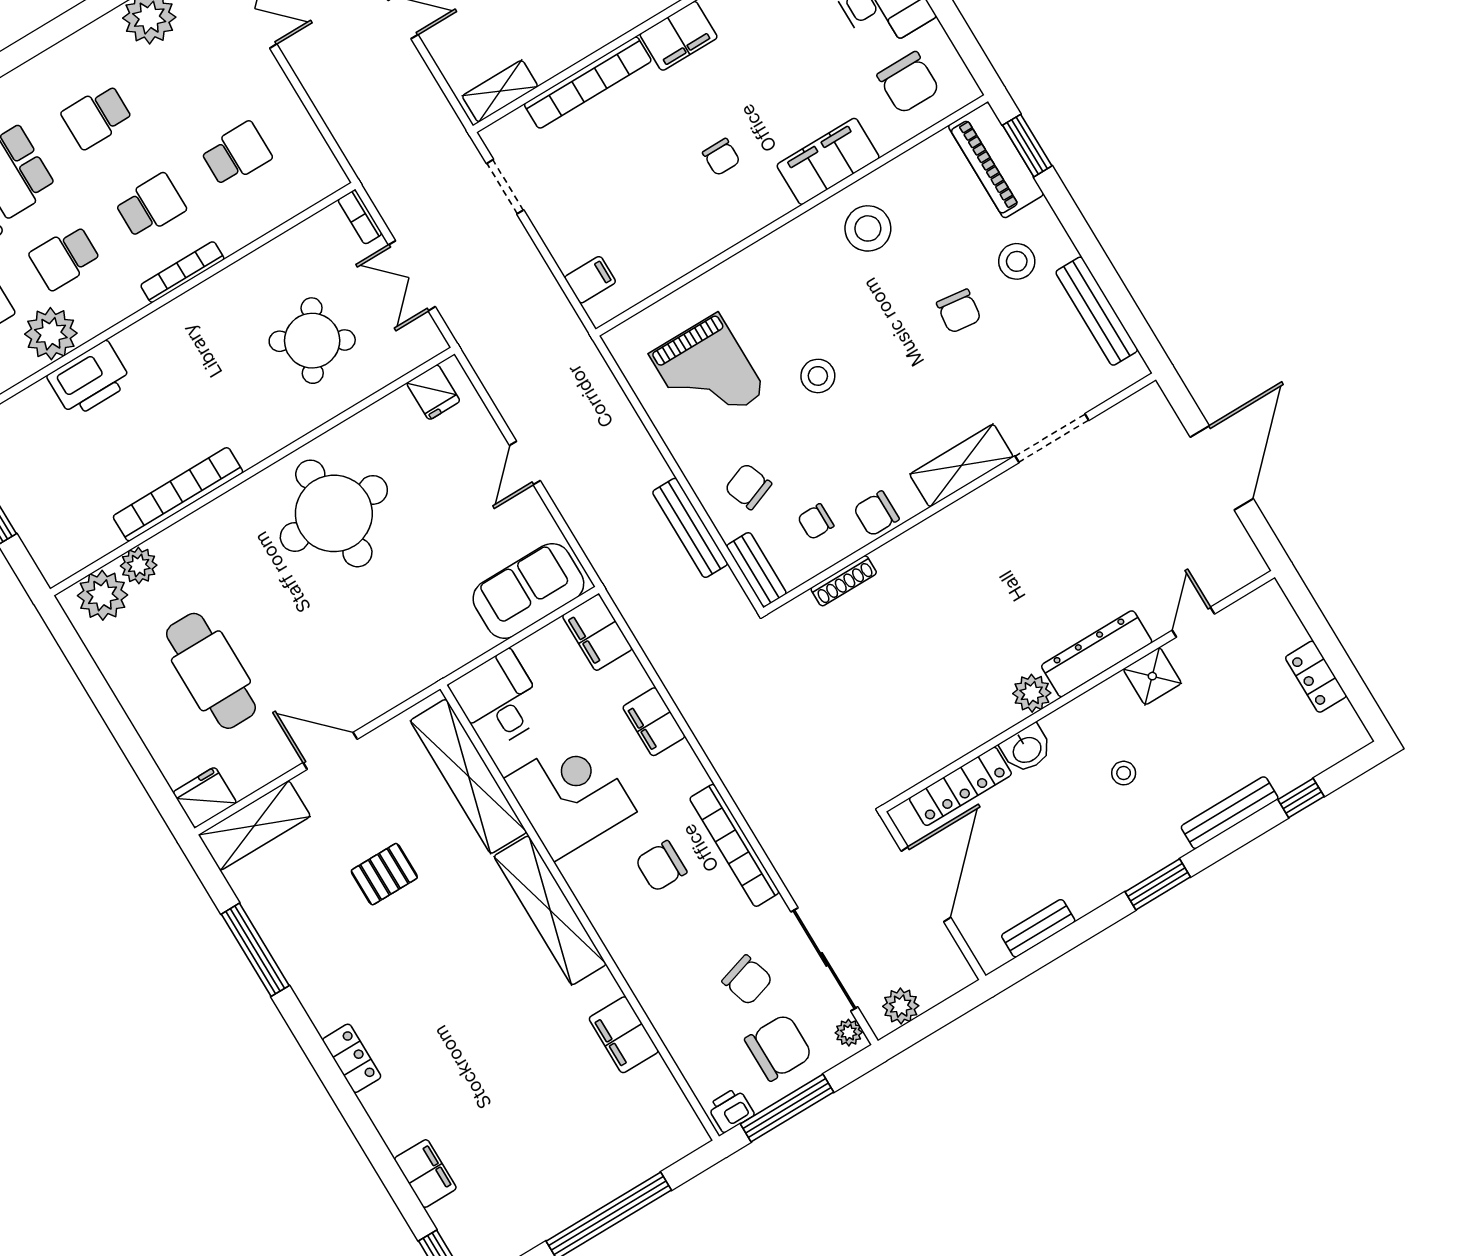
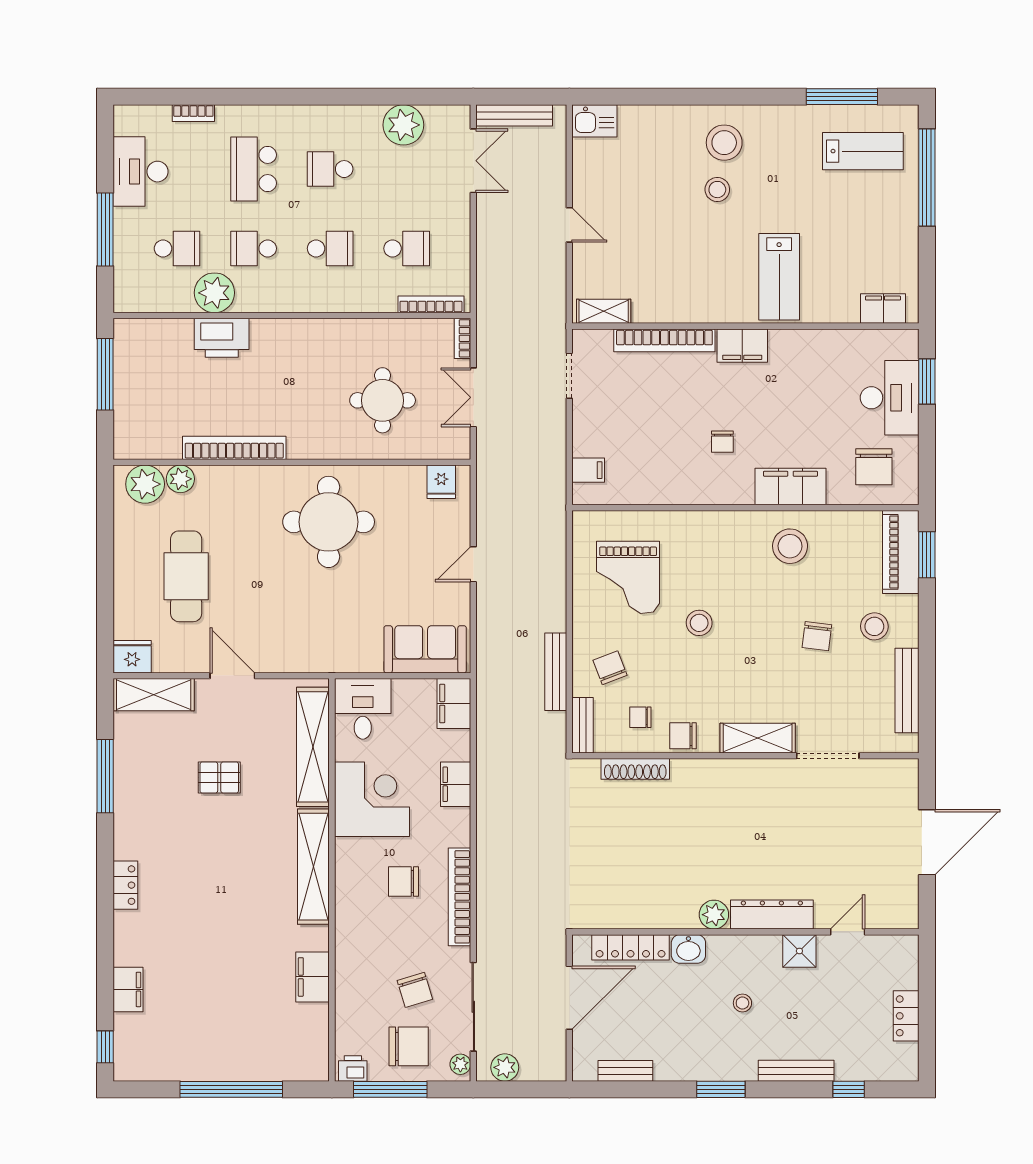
bookcase: (182, 272) -> (431, 304), moved
round table: (312, 341) -> (383, 400), turned -30
shoe rack: (844, 581) -> (635, 769), width x1.36, depth x1.24

